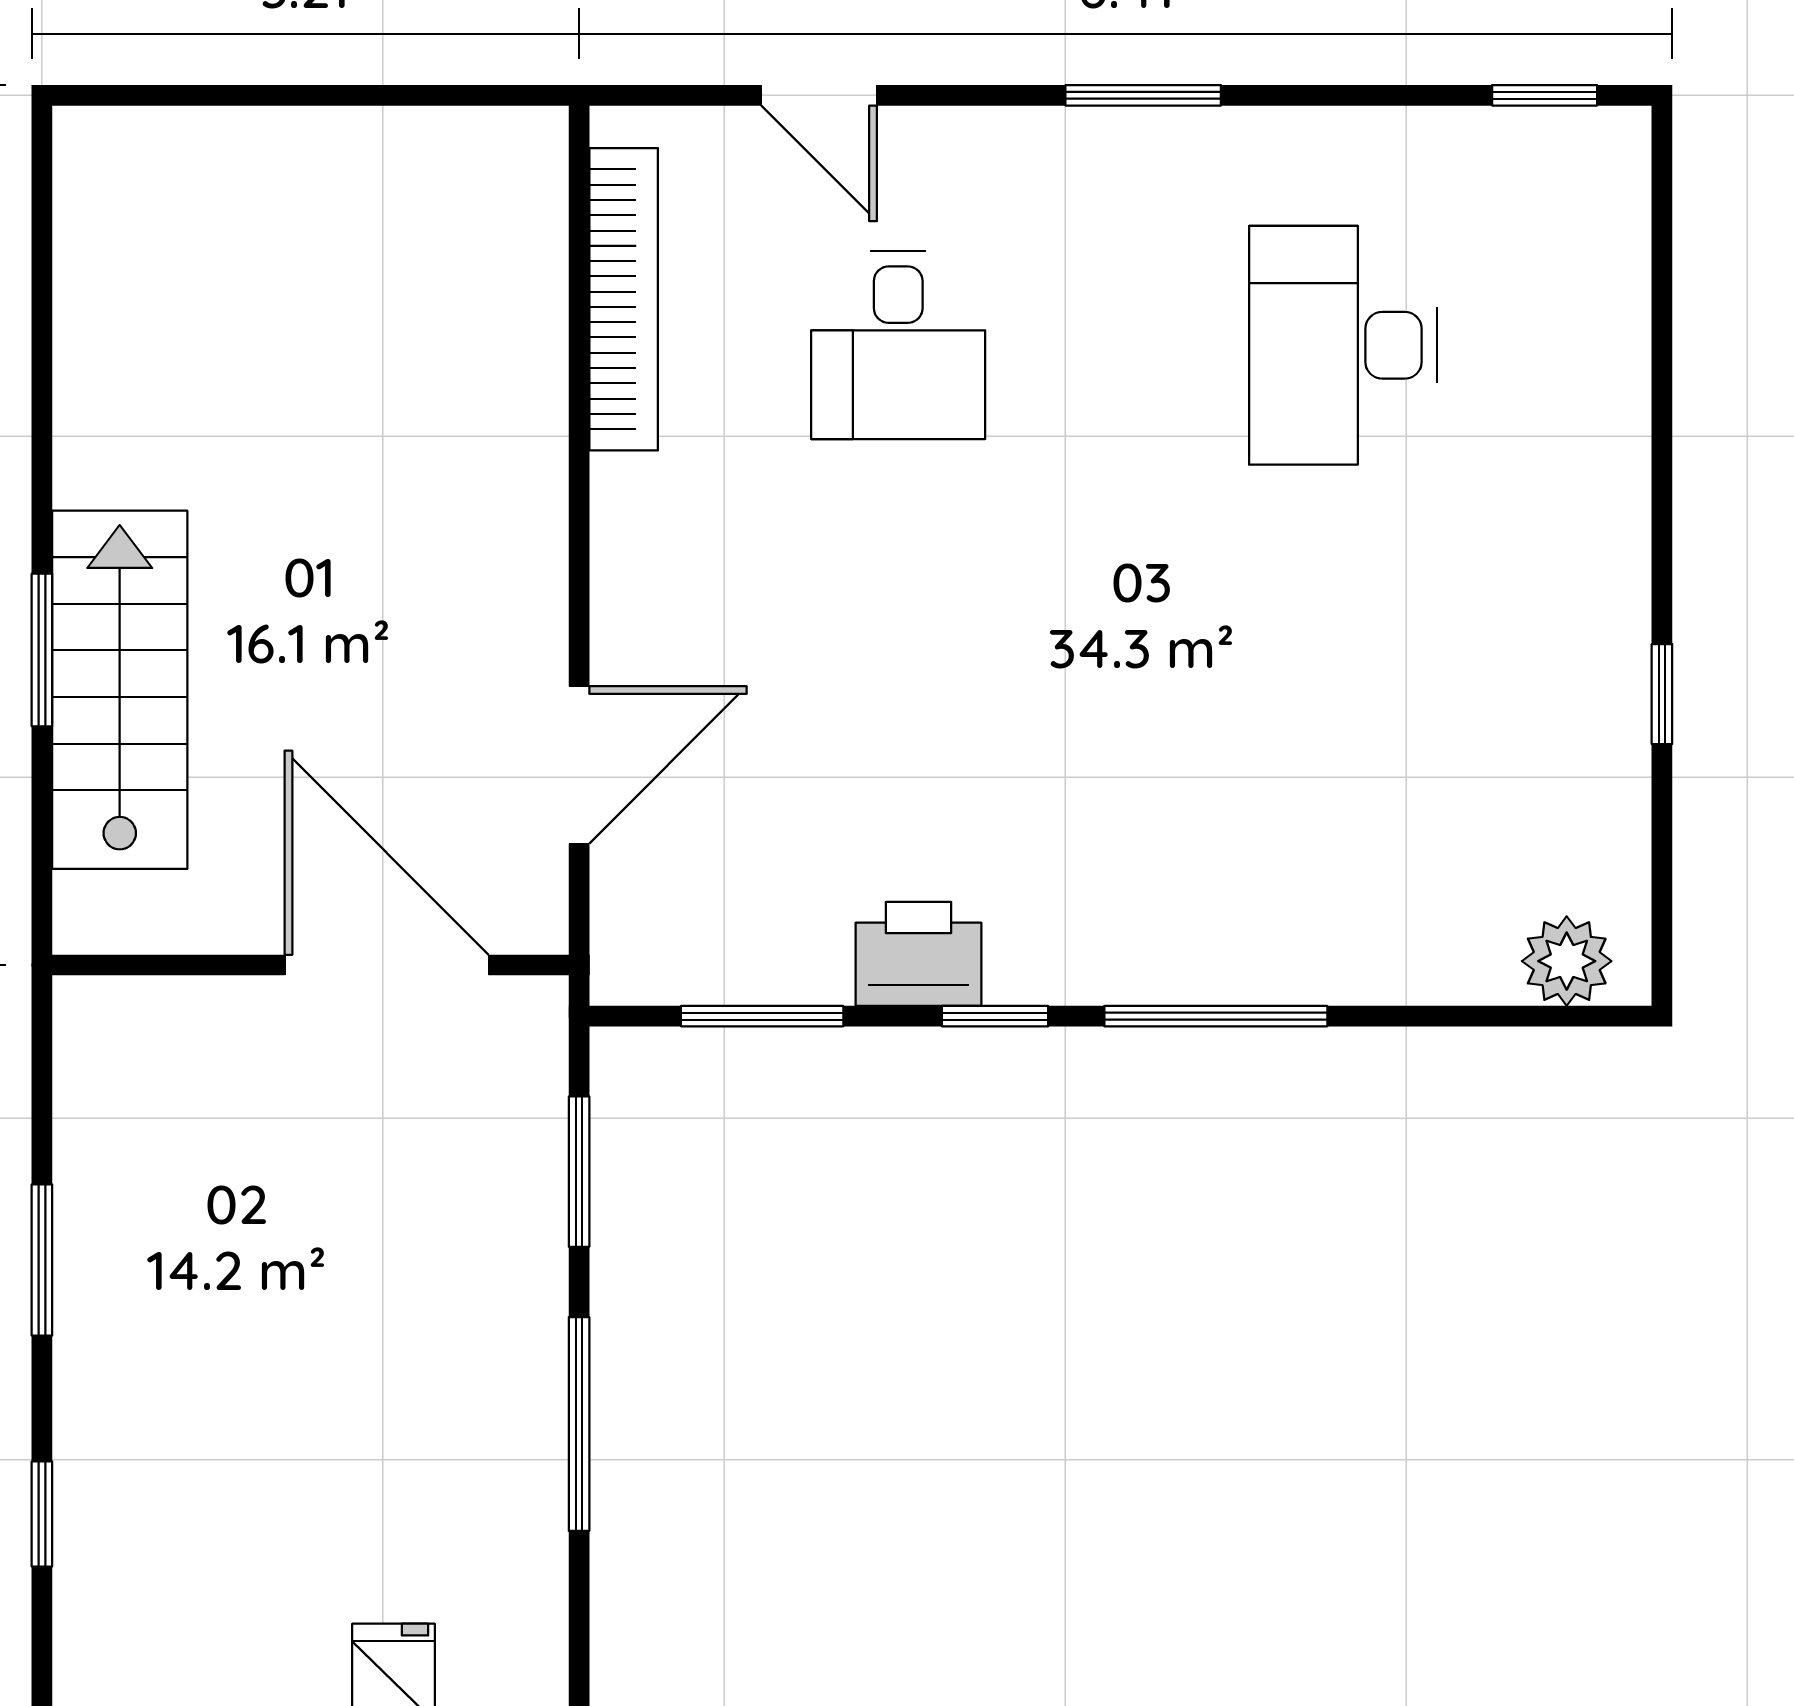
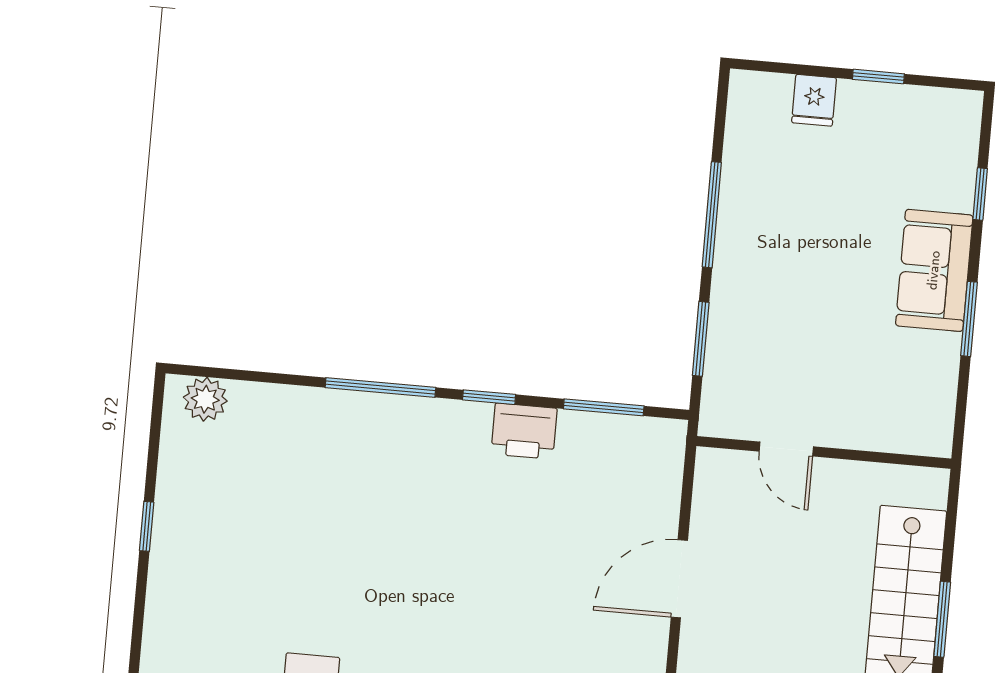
door: (579, 765) -> (679, 579), moved
door: (387, 965) -> (786, 449), width x0.53
sofa: (121, 1352) -> (934, 270), added

